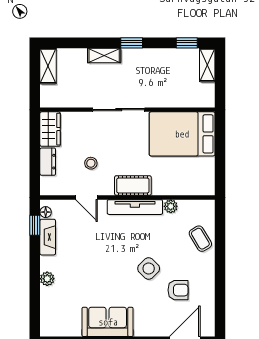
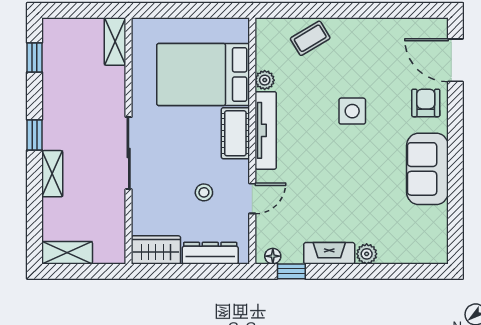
shelving: (207, 65) -> (115, 42), moved, turned 90
bed: (182, 134) -> (203, 74), moved, turned 90
dresser: (48, 162) -> (210, 253), width x1.44
fireplace: (48, 237) -> (329, 253), moved
side table: (149, 269) -> (352, 111), turned 45
armchair: (178, 290) -> (426, 103), moved

